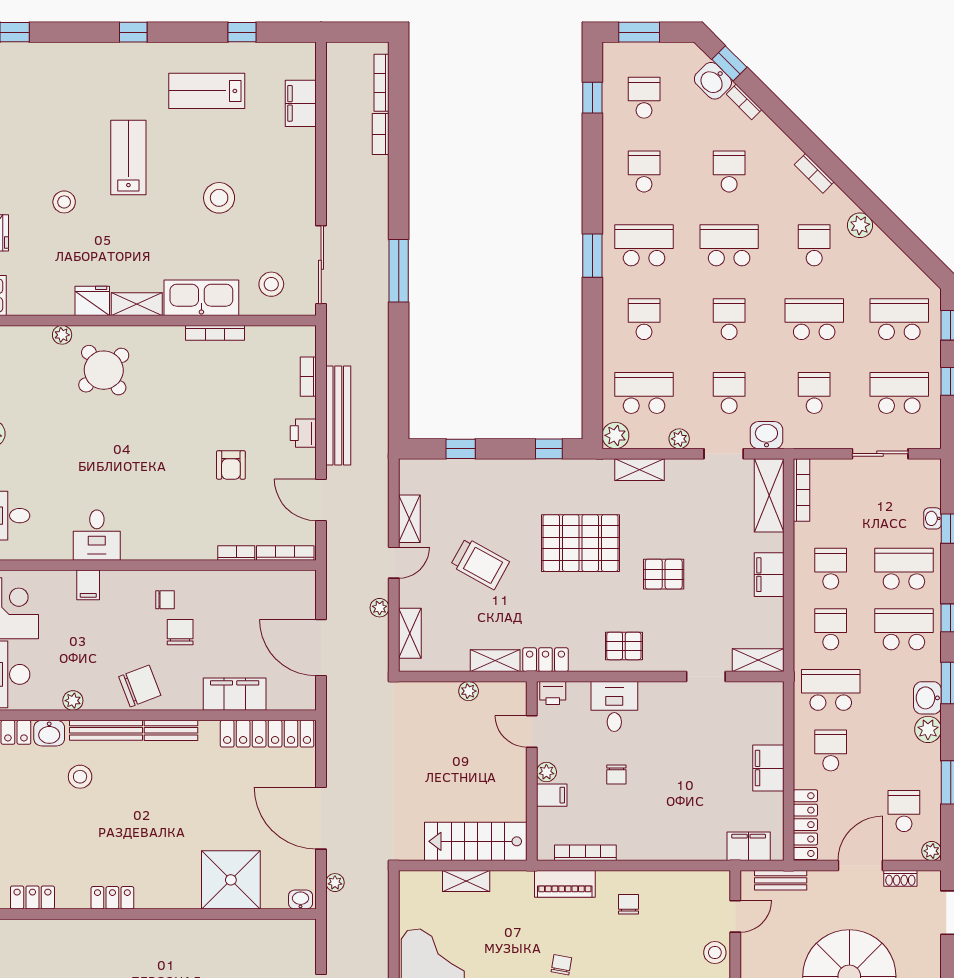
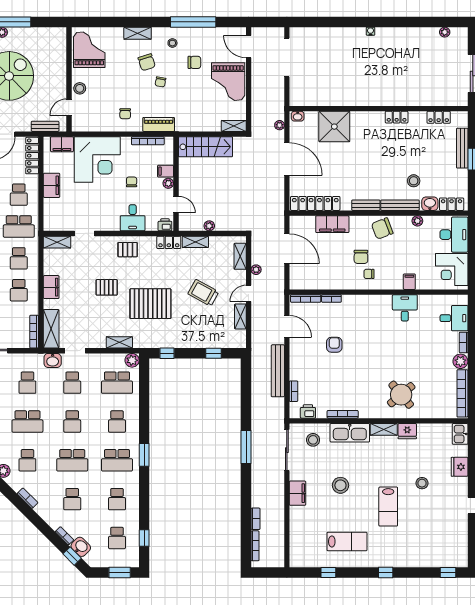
filing cabinet: (301, 103) -> (298, 493), moved
plant: (62, 335) -> (423, 413), removed
printer: (303, 433) -> (308, 411), moved, turned -90
plant: (679, 439) -> (99, 359), removed
corner desk: (682, 817) -> (97, 160), added
shelving: (466, 881) -> (234, 126), moved

